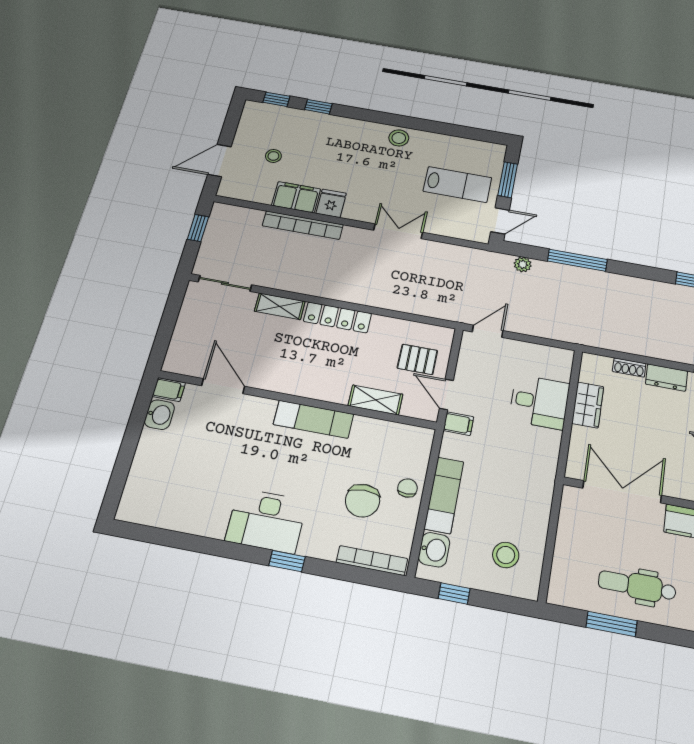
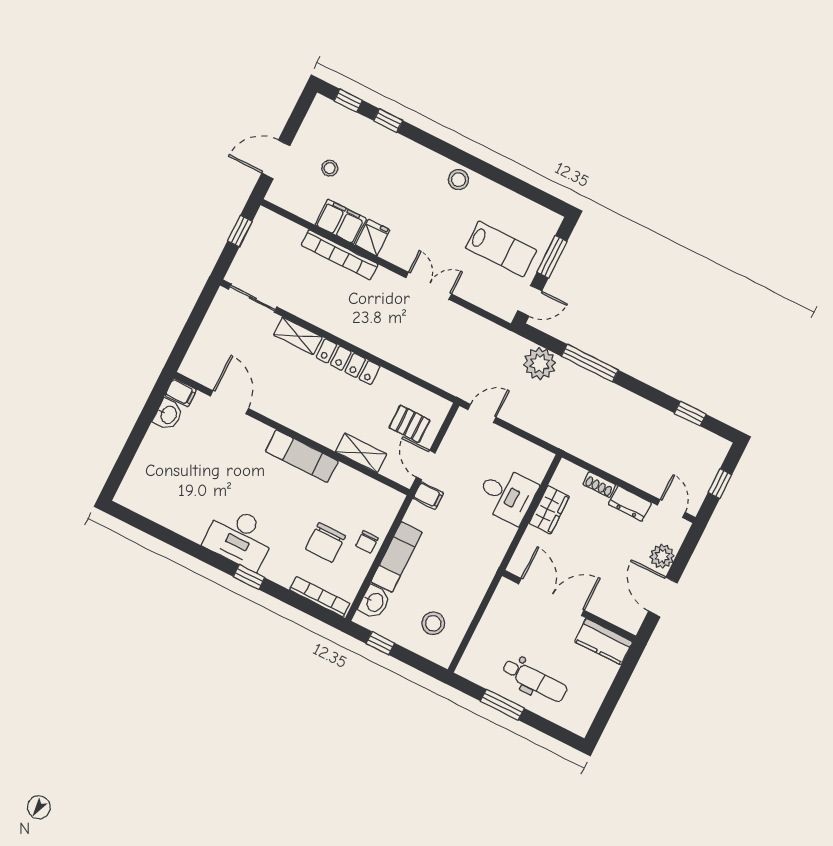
plant: (523, 264) -> (540, 364), width x1.87, depth x1.87
chair: (407, 488) -> (367, 542), turned 180
dental chair: (637, 586) -> (535, 680), turned 180

